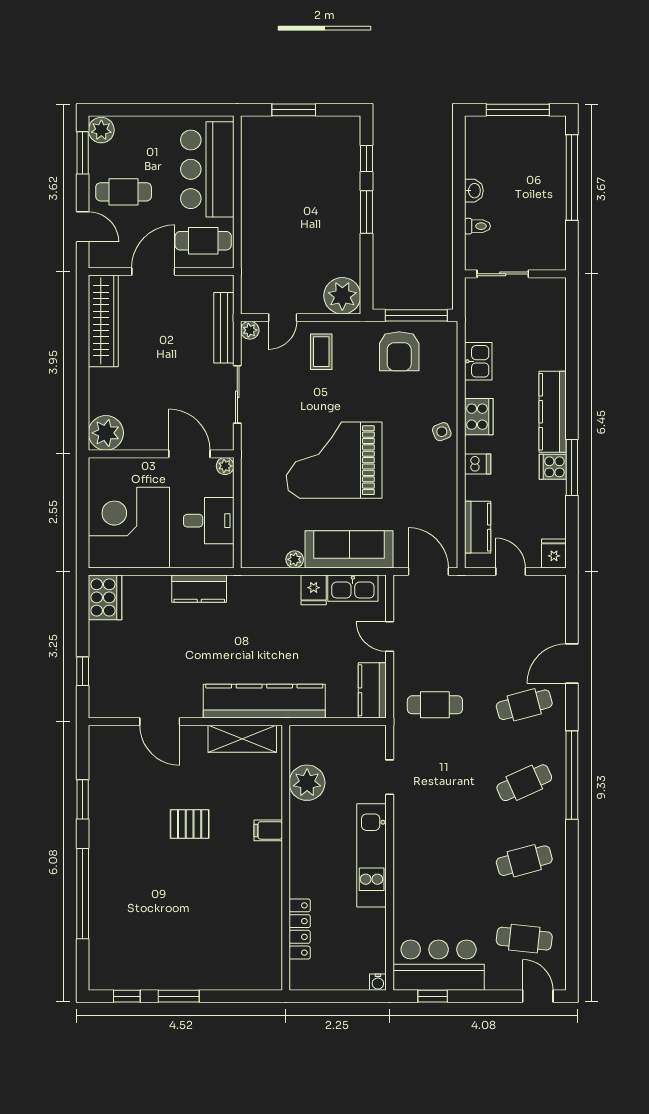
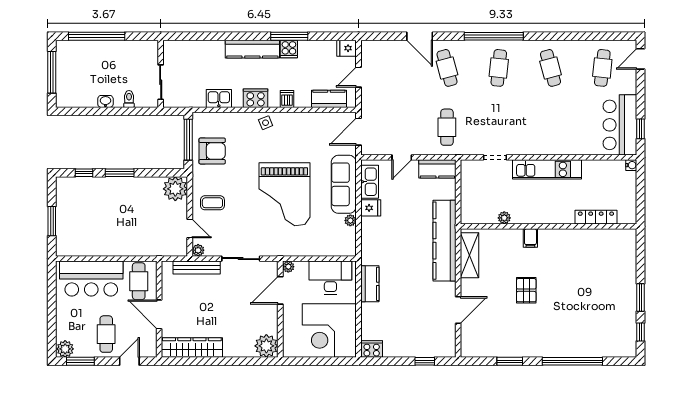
desk: (209, 521) -> (330, 278), width x1.37
cooker: (105, 597) -> (372, 349), width x0.73, depth x0.76
plant: (307, 783) -> (504, 218), width x0.53, depth x0.53
cafe table: (524, 783) -> (499, 68), turned 30

